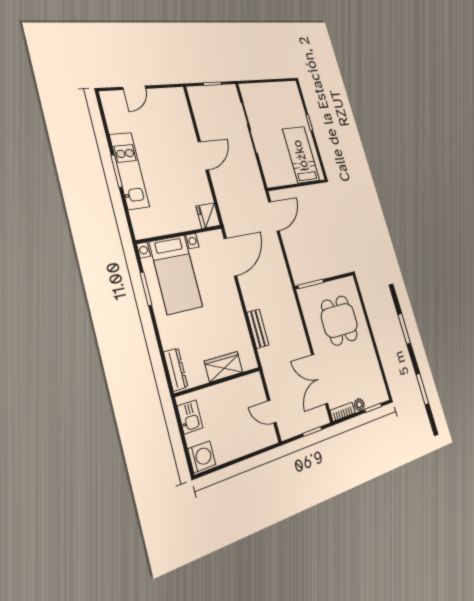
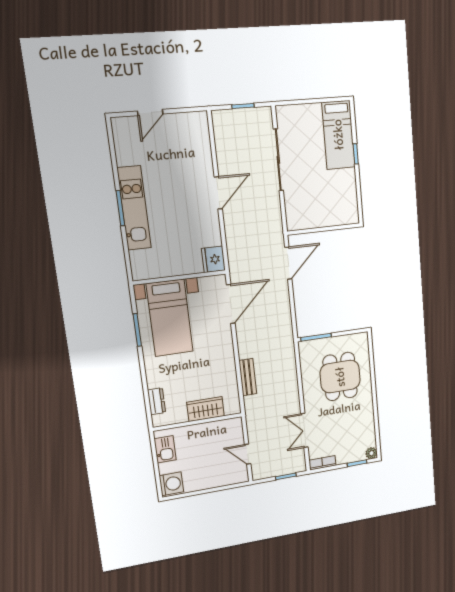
bed: (301, 155) -> (338, 135), moved, turned 180
dresser: (176, 369) -> (156, 401), width x0.70
double door: (320, 379) -> (304, 430), width x0.73
plant: (359, 405) -> (371, 453), moved

